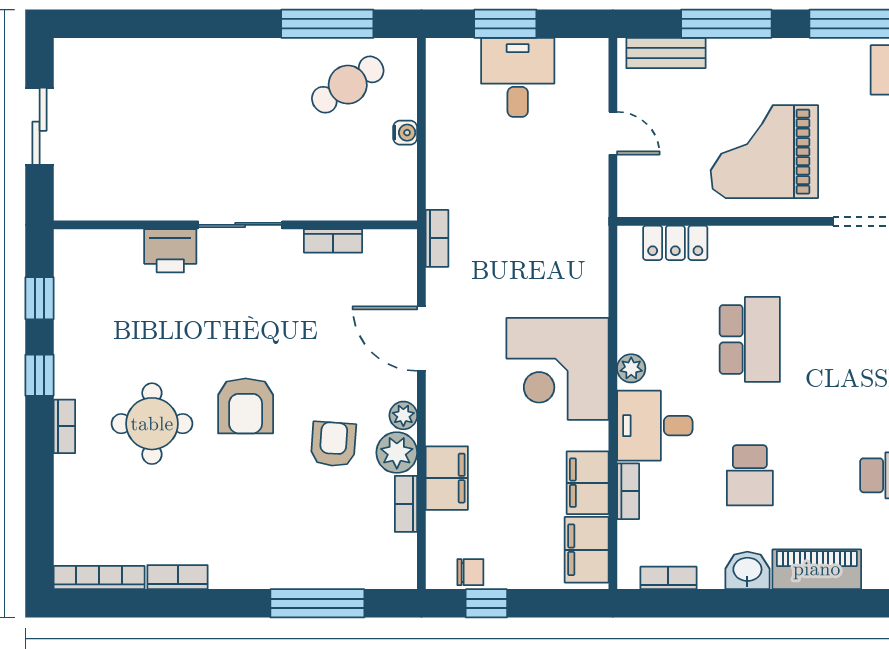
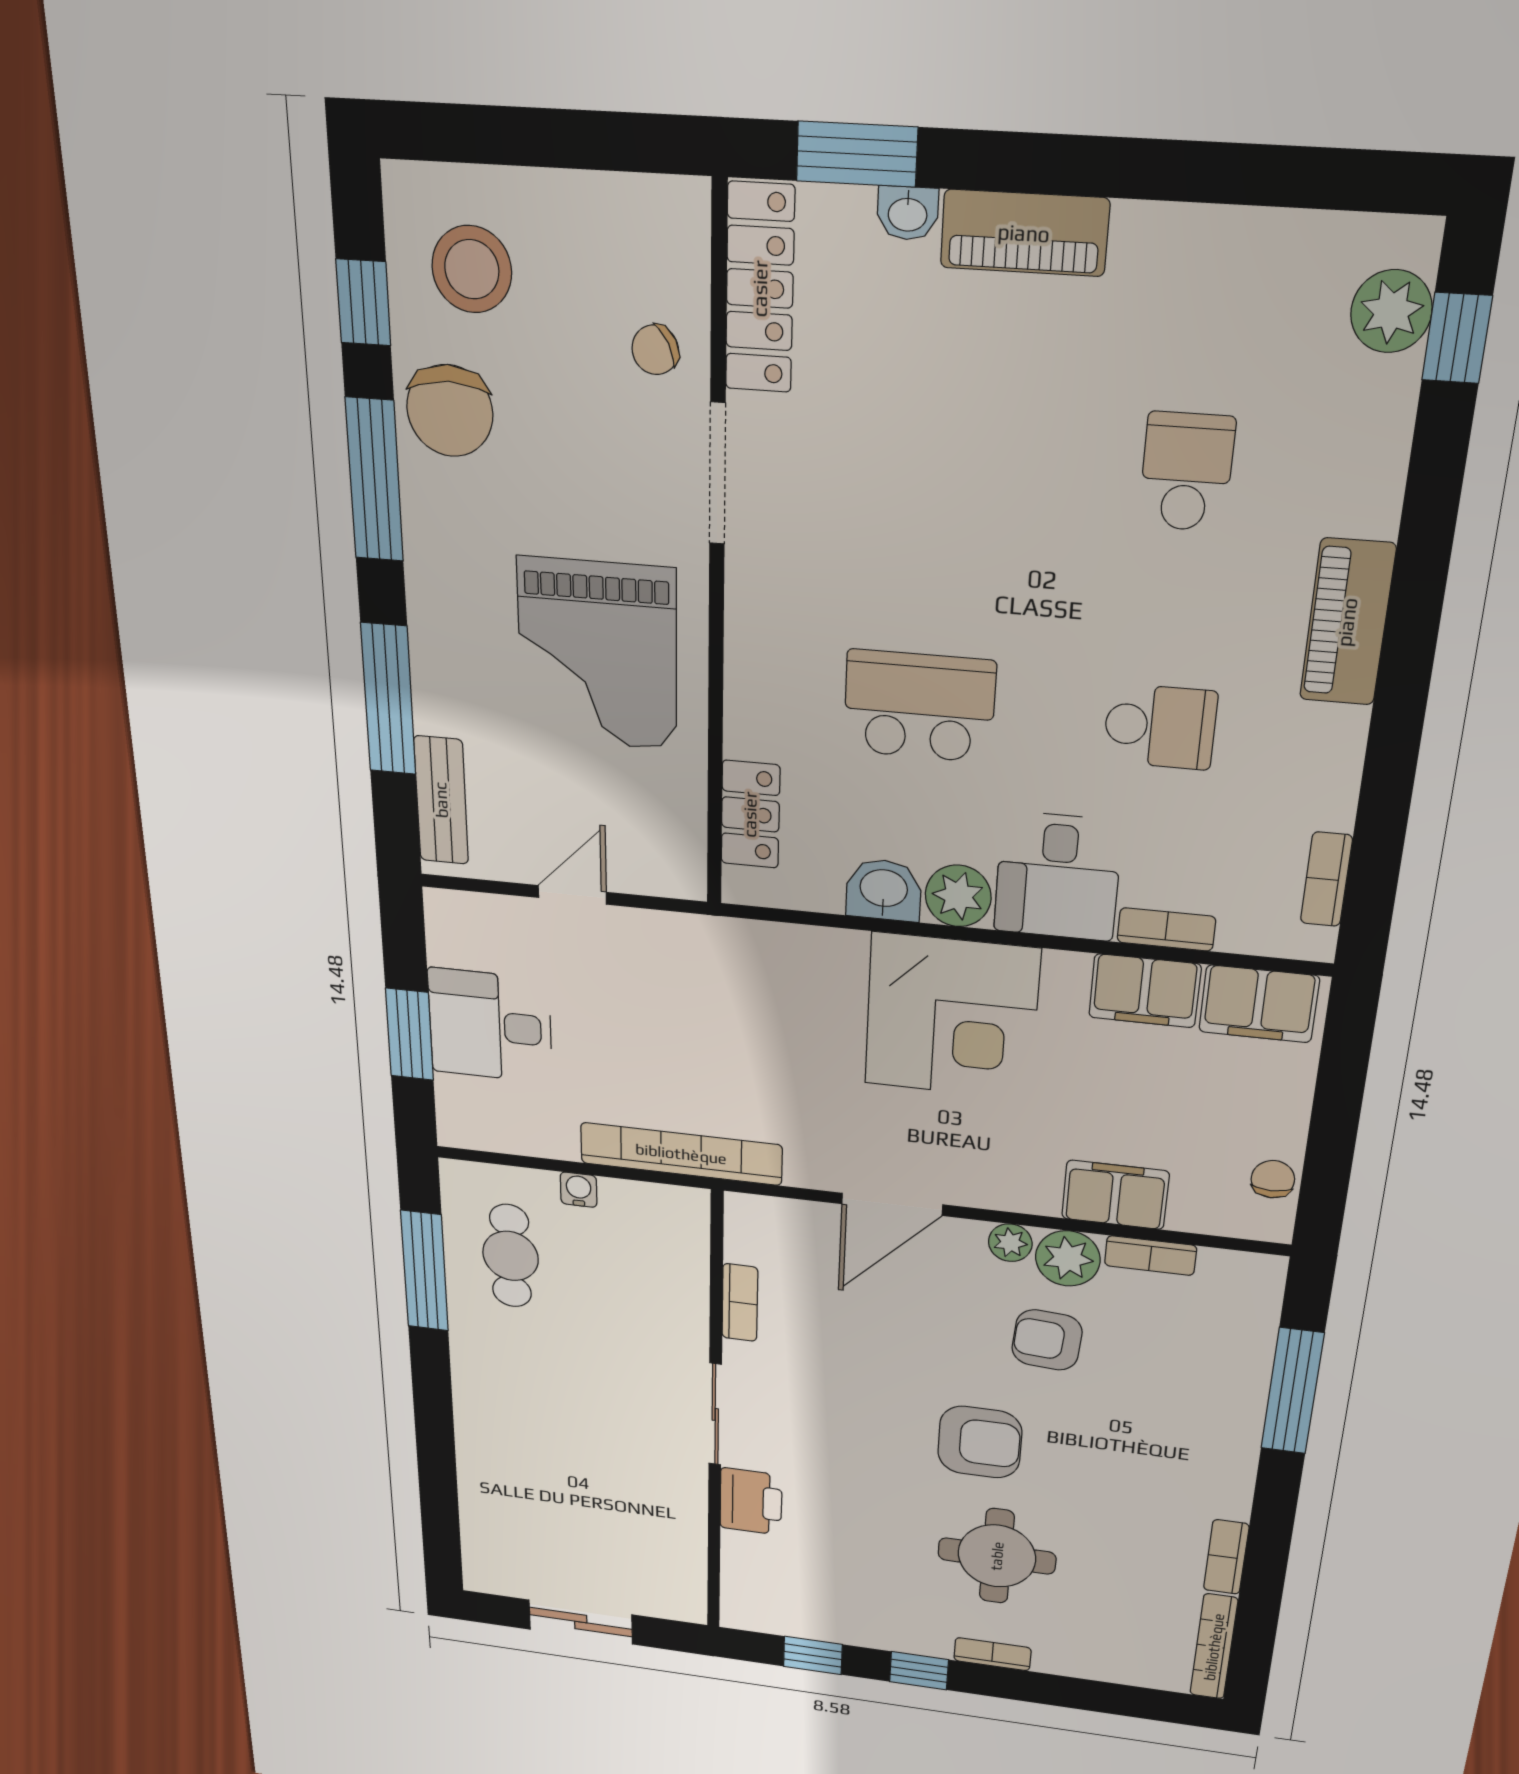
cafe table: (348, 85) -> (511, 1256), turned 33
bookcase: (437, 238) -> (681, 1154), width x2.31, depth x1.31
plant: (631, 368) -> (958, 896), width x1.38, depth x1.38
washbasin: (747, 570) -> (884, 890), moved, turned 90
window: (486, 603) -> (1328, 1162), removed

